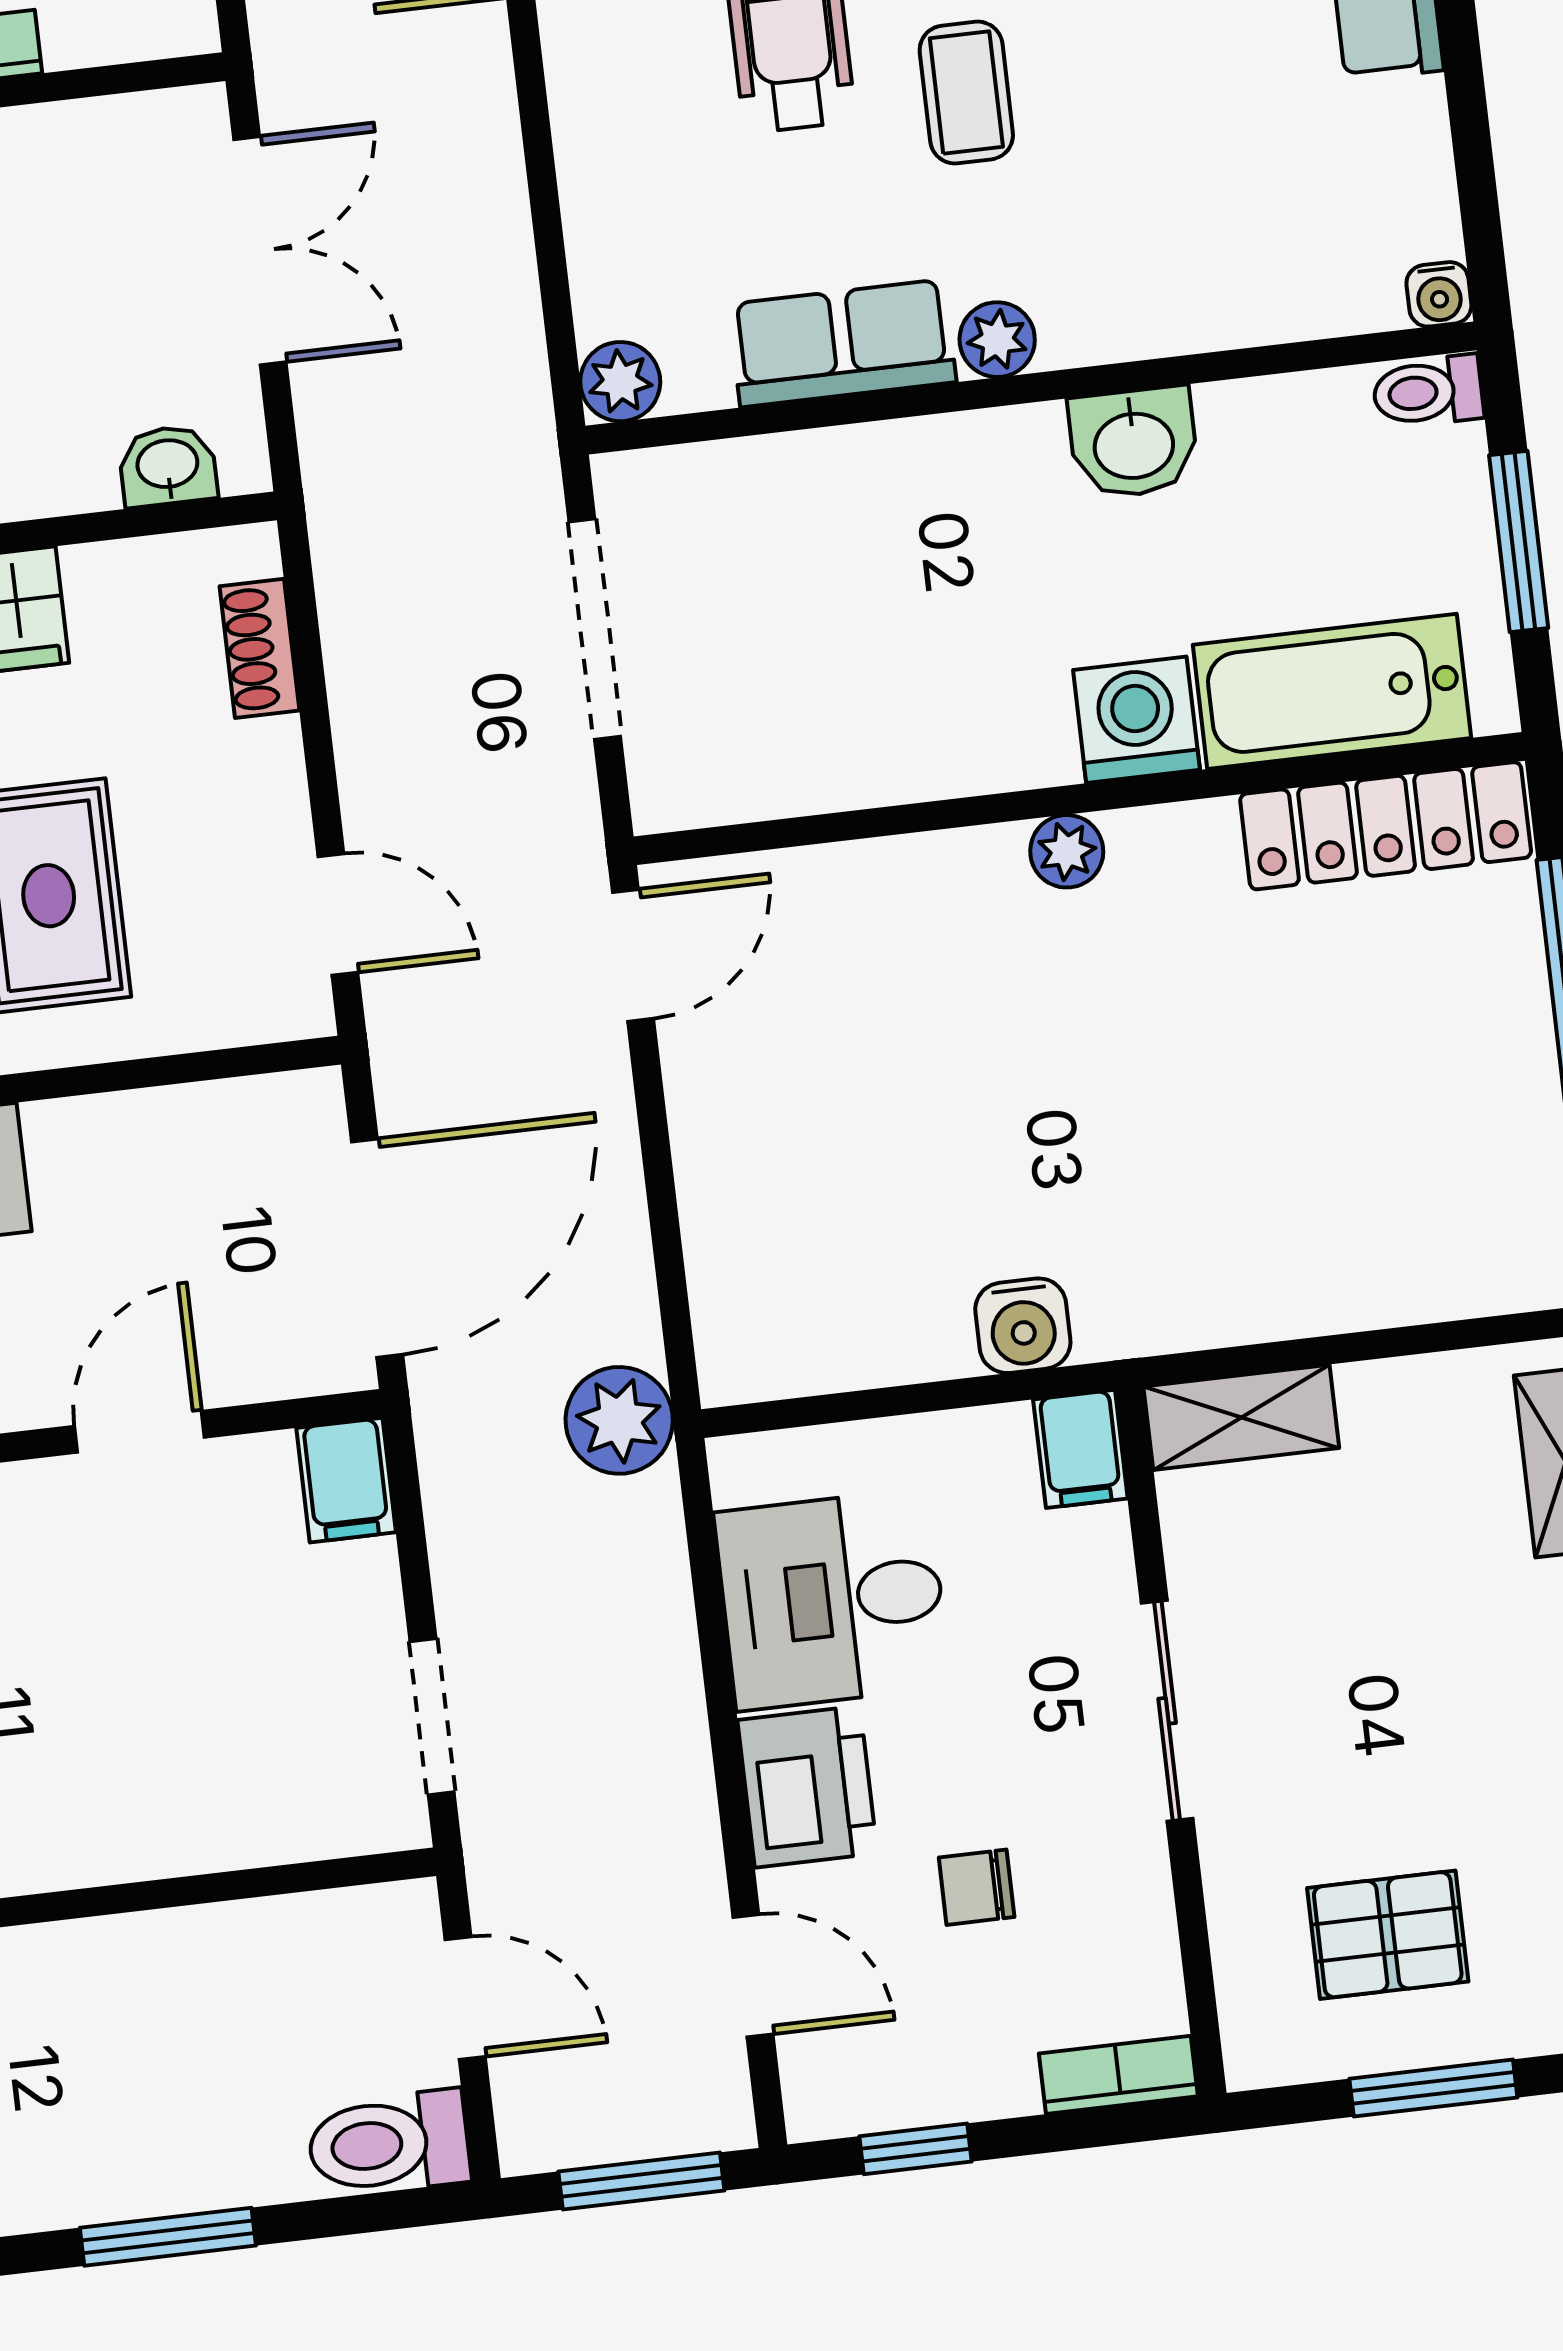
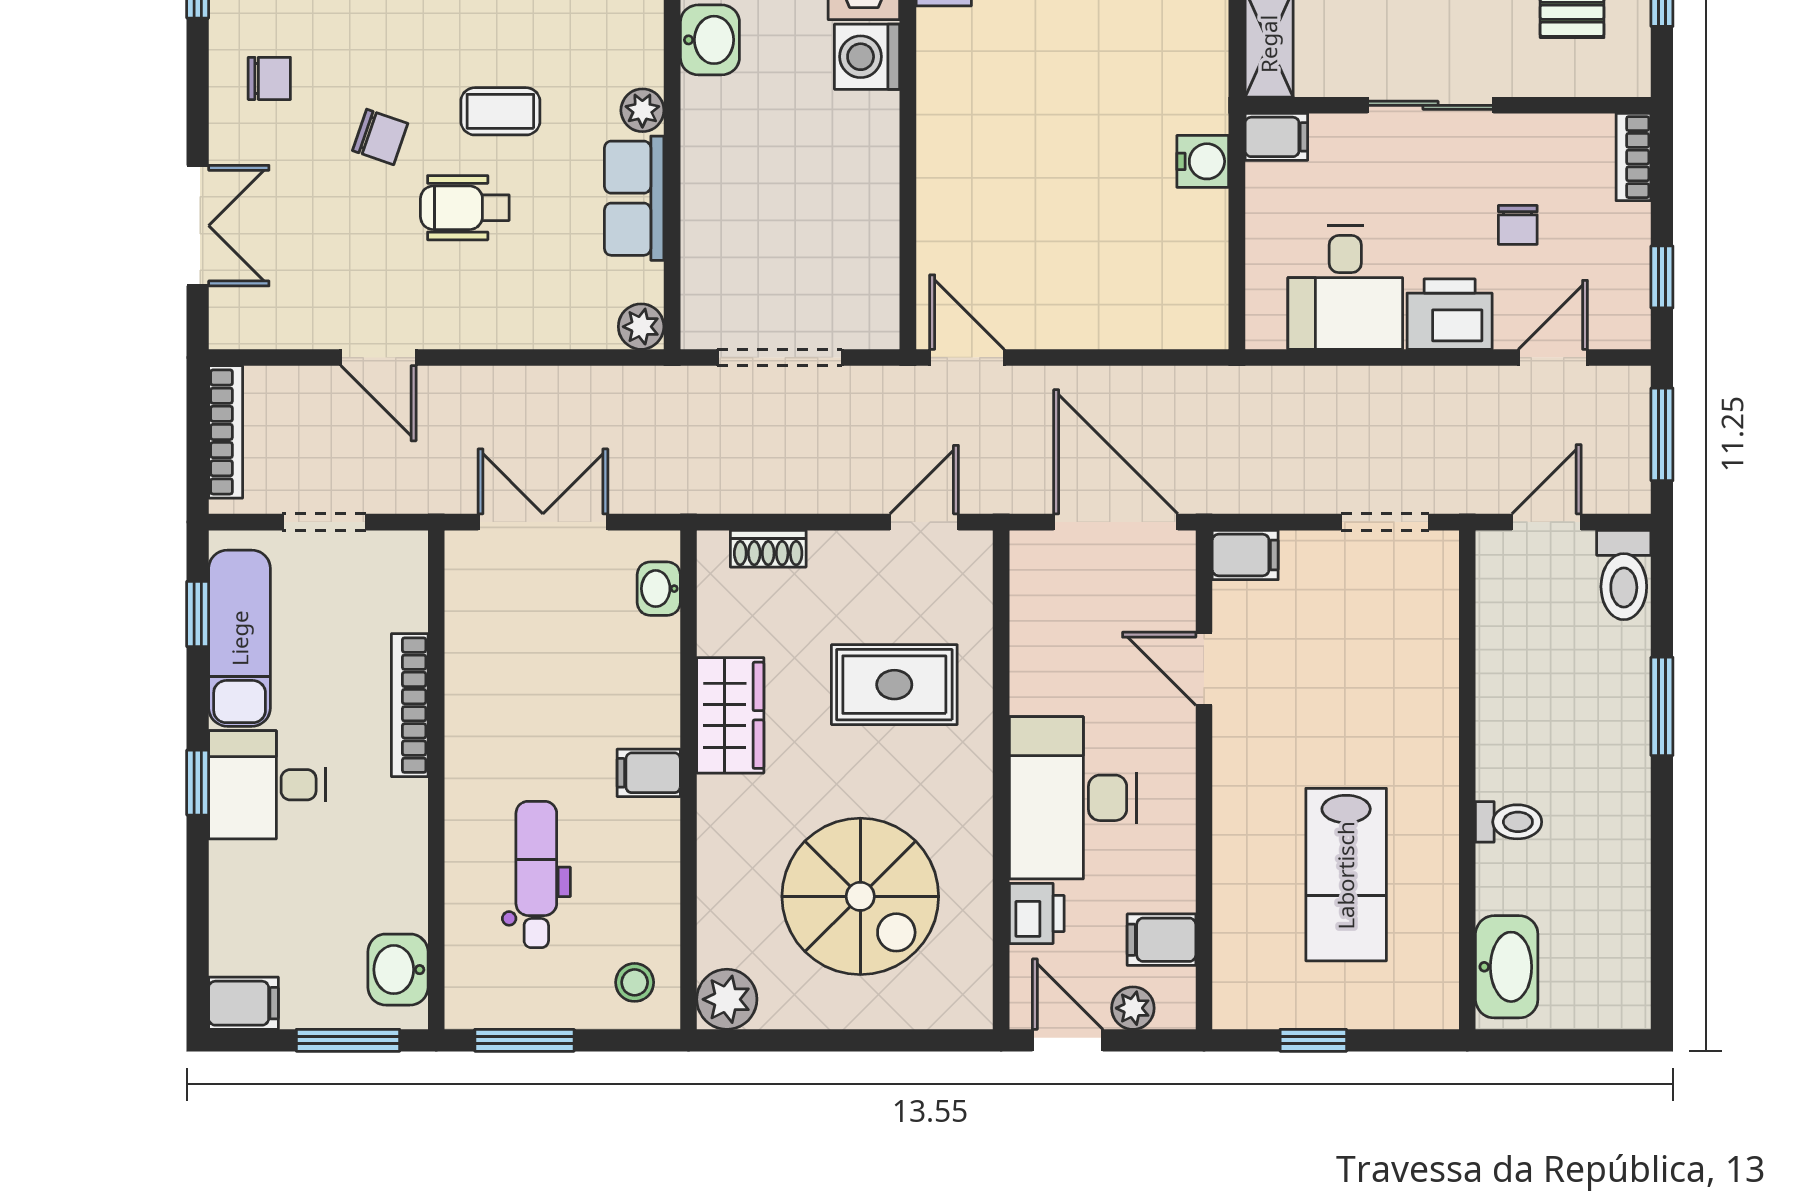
plant: (1067, 851) -> (937, 105), removed
plant: (619, 1420) -> (1230, 396), removed

